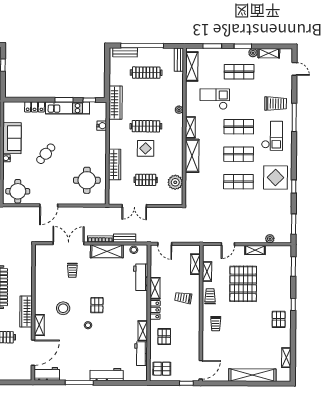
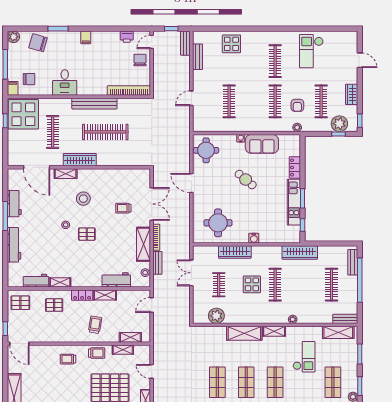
water cooler: (102, 126) -> (254, 238), moved
pallet: (162, 369) -> (20, 303), turned 90
workbench: (47, 374) -> (14, 204), moved

